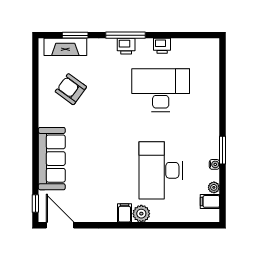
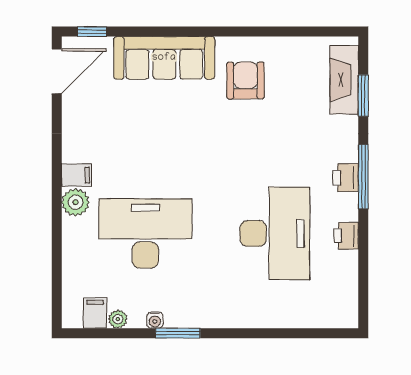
armchair: (71, 89) -> (246, 80), moved, turned -36

